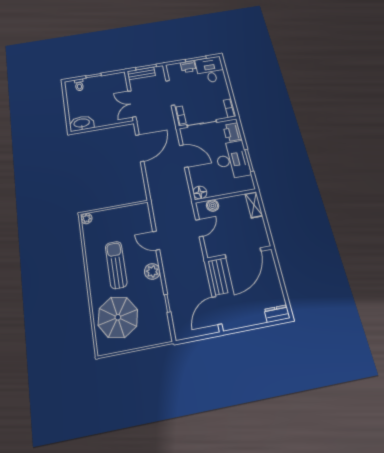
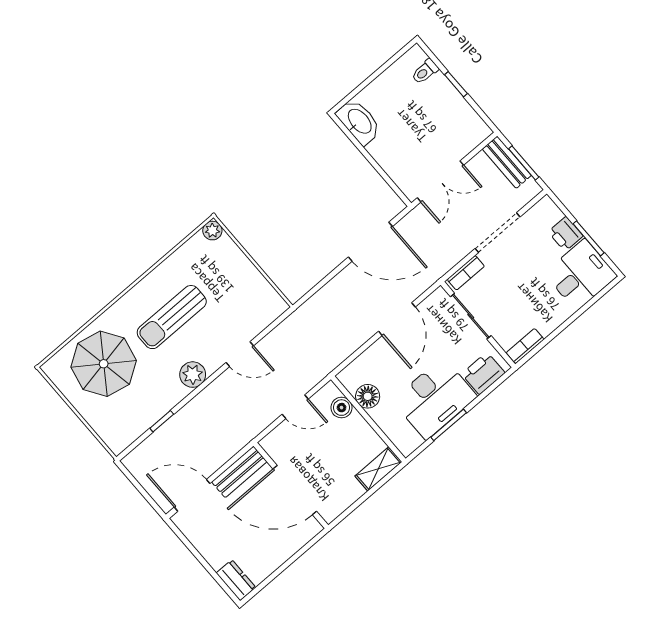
double door: (132, 104) -> (440, 181), swing flipped
floor lamp: (200, 192) -> (368, 396), moved
door: (156, 241) -> (240, 354), swing flipped
sun lounger: (116, 265) -> (172, 317), turned 180

